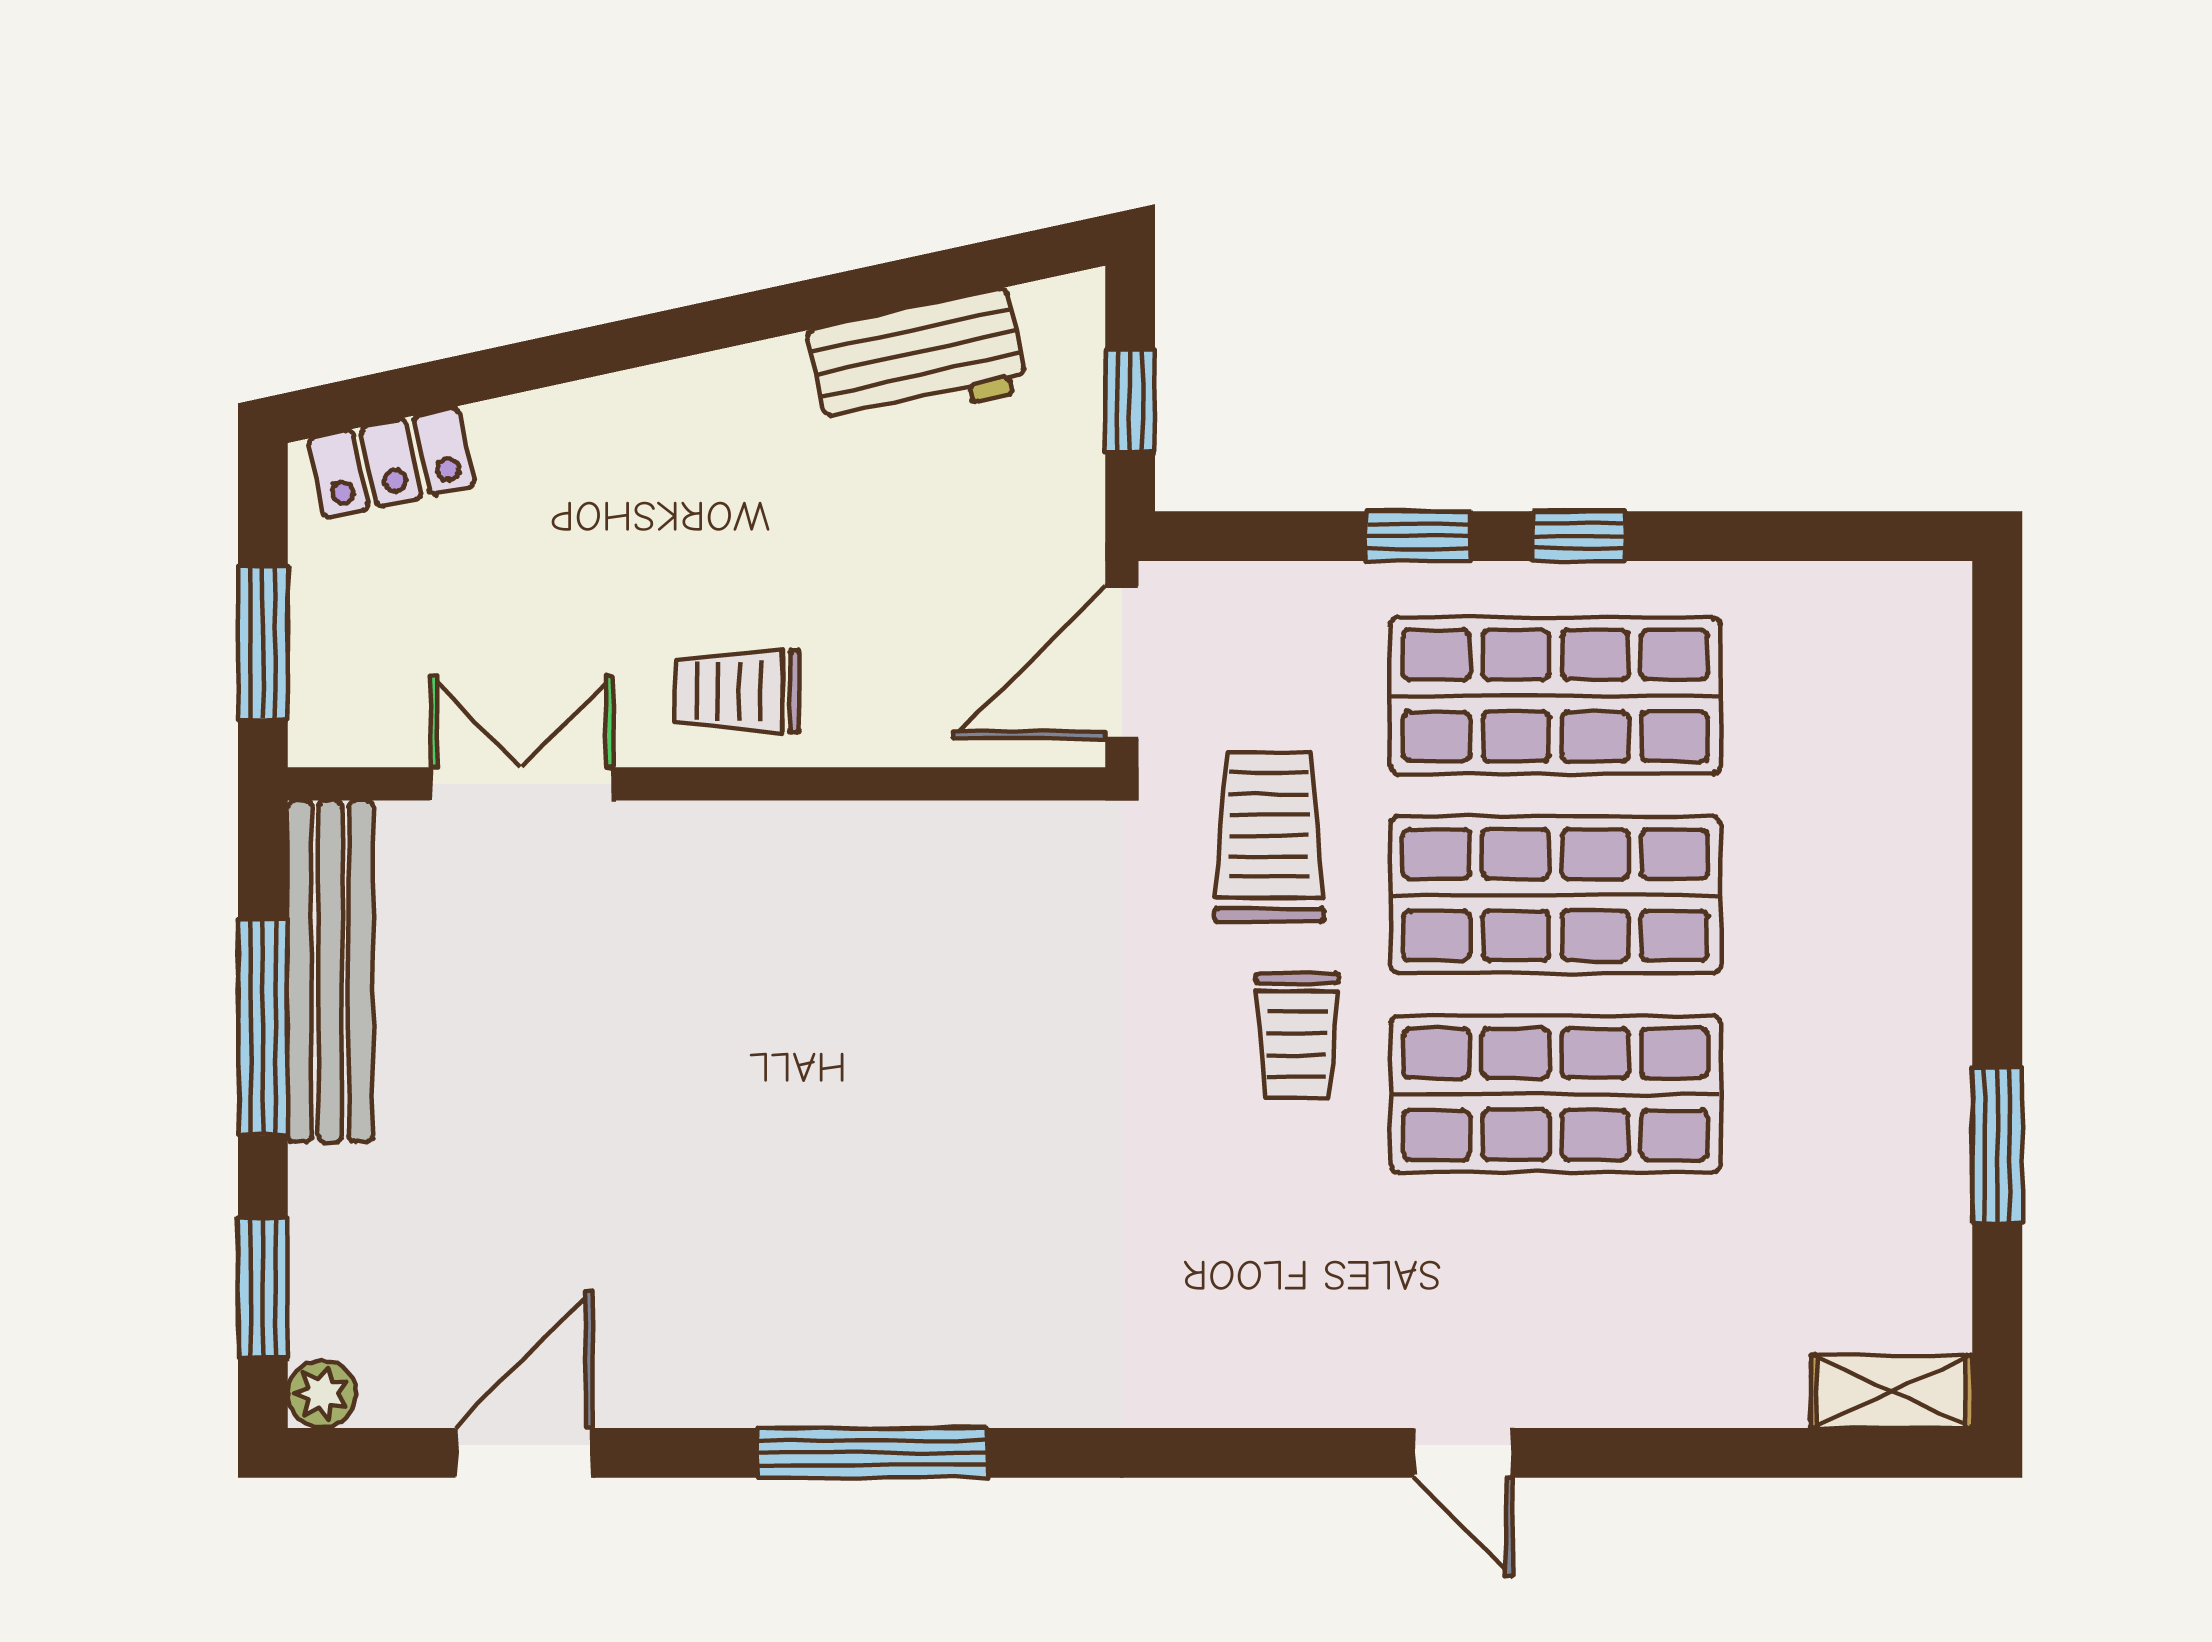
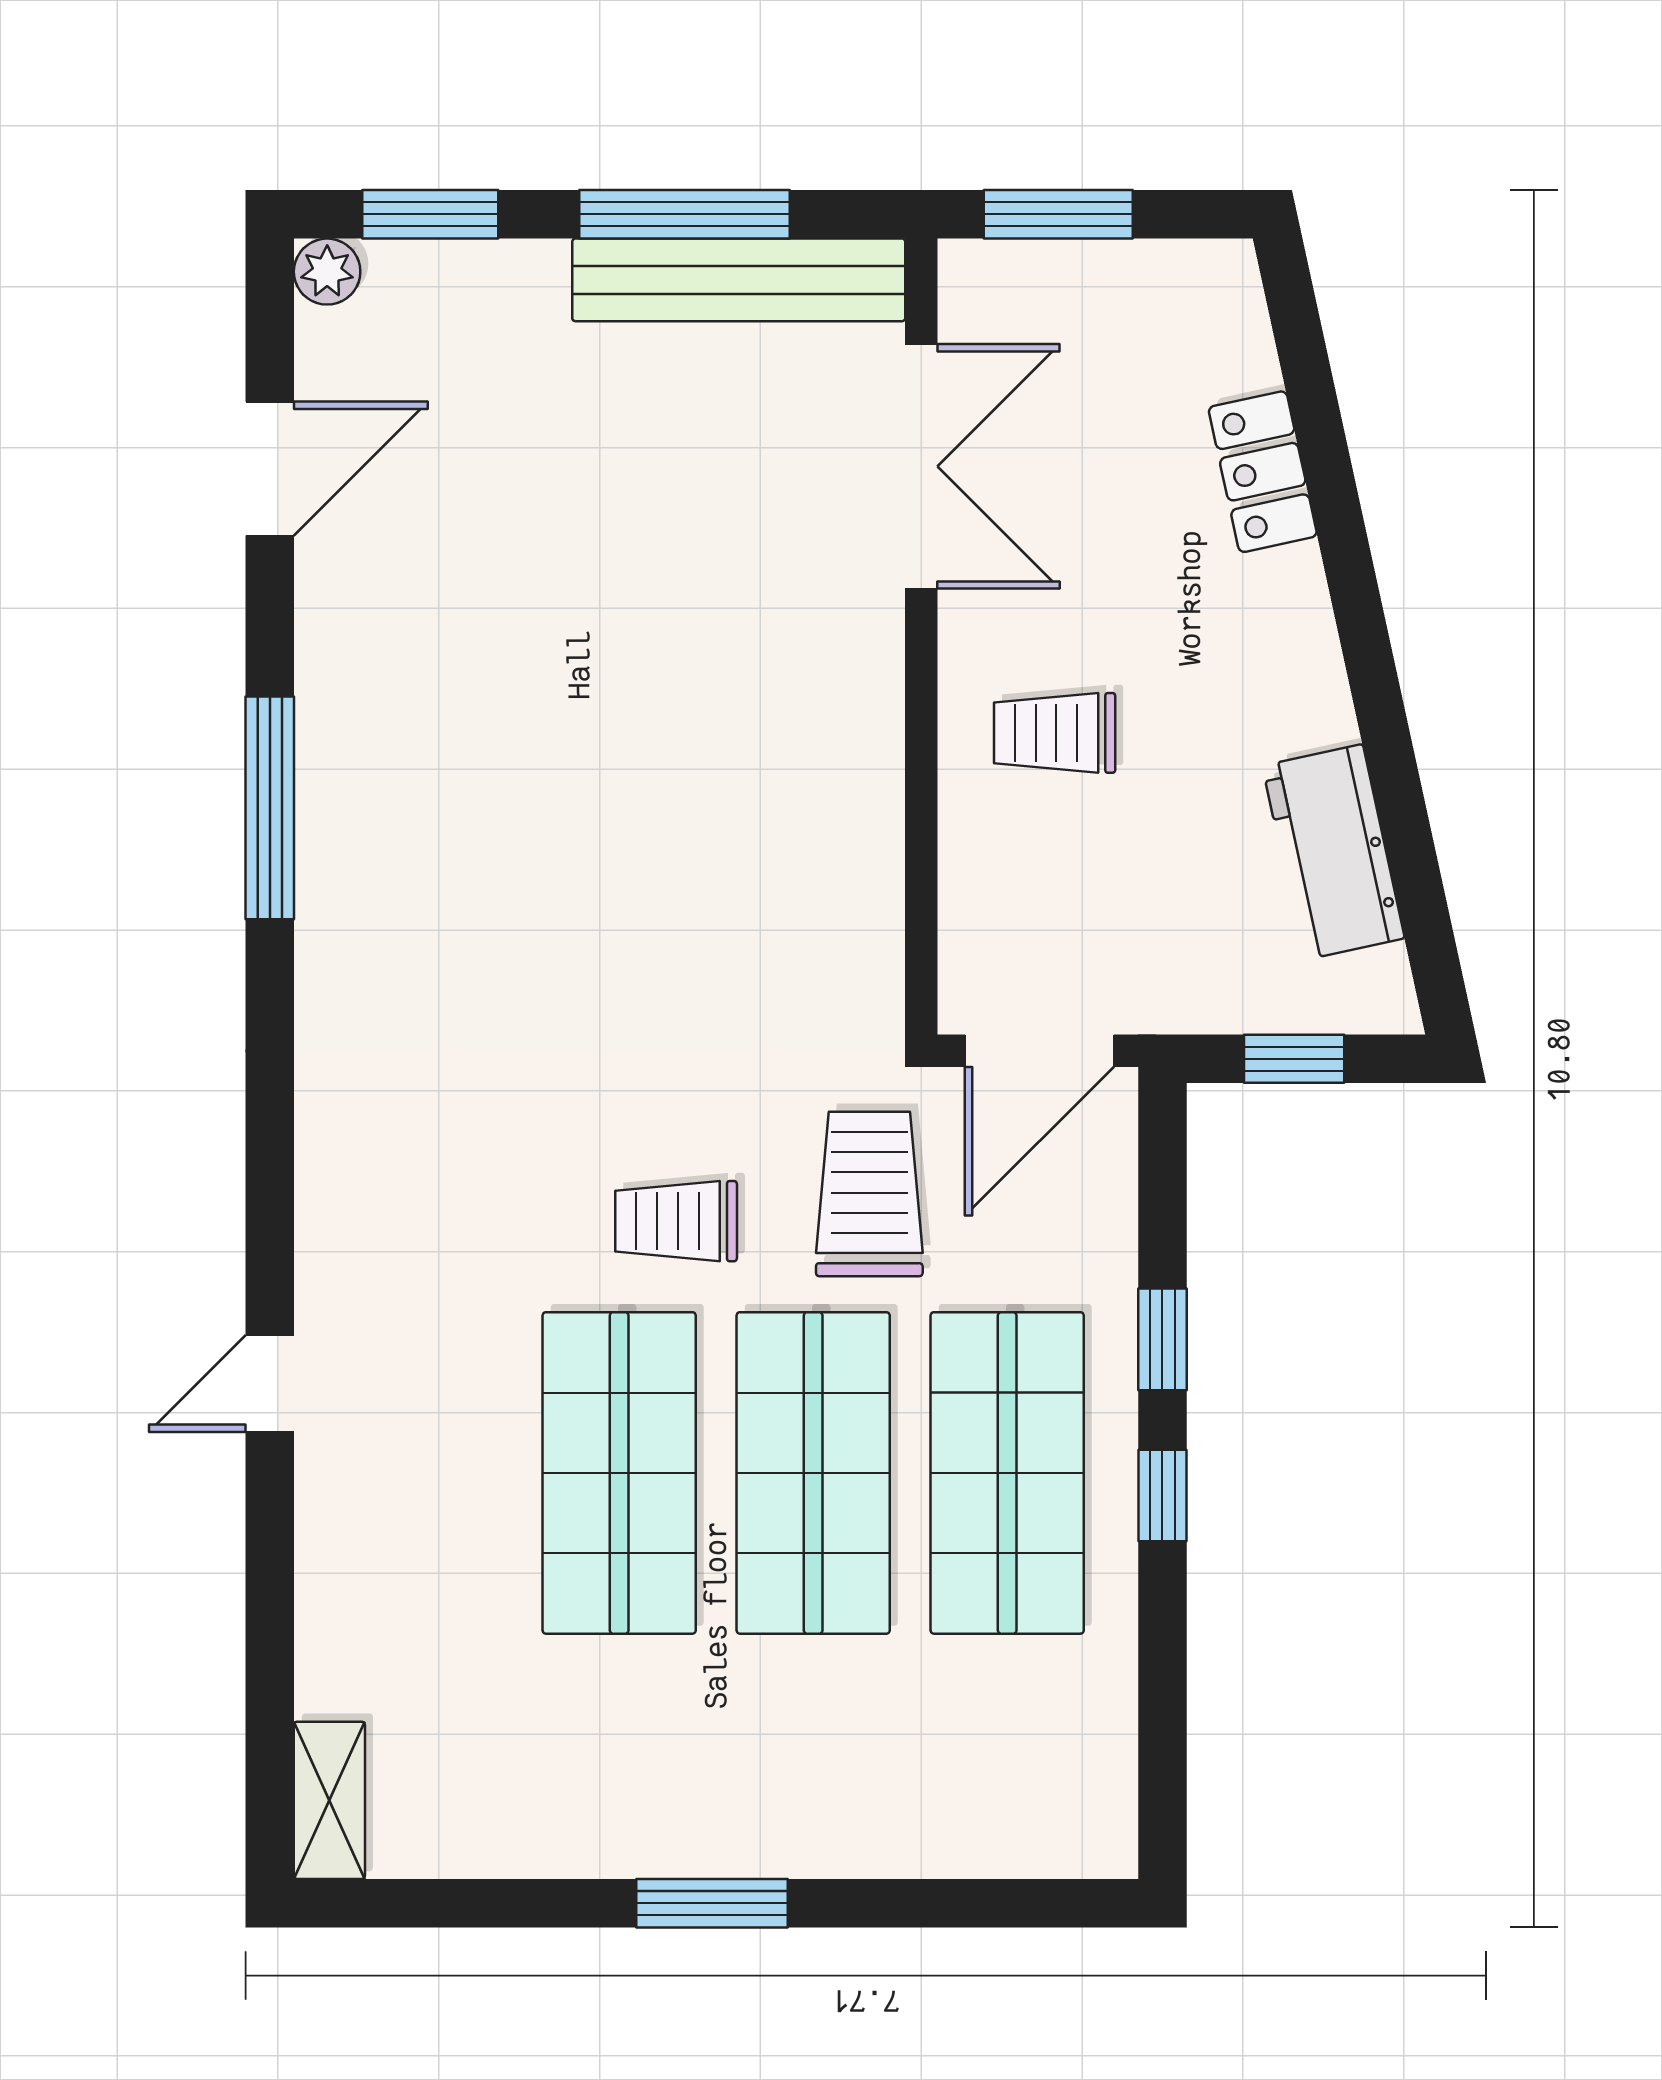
locker: (391, 463) -> (1263, 472), moved
door: (1122, 663) -> (1039, 1051), swing flipped
trolley: (738, 691) -> (1055, 733), moved, turned -90
double door: (522, 784) -> (921, 466), width x1.37
trolley: (1269, 837) -> (869, 1194), turned -90
window: (1997, 1145) -> (712, 1903), moved
door: (524, 1453) -> (270, 469), hinge flipped

